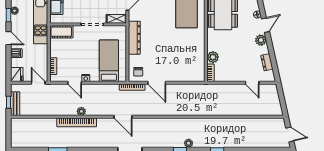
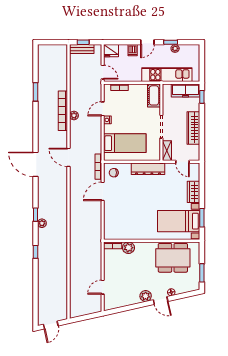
dresser: (267, 62) -> (123, 302), removed
door: (38, 83) -> (103, 72), hinge flipped
door: (123, 117) -> (69, 157), hinge flipped

